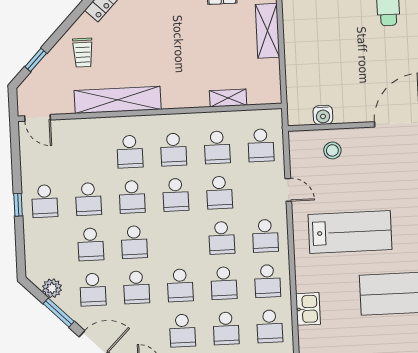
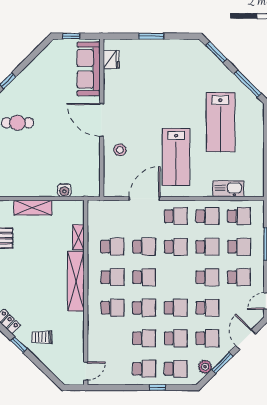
trolley: (83, 53) -> (42, 337), turned 180
window: (36, 60) -> (19, 345), moved
shelving: (118, 100) -> (76, 281), moved
water cooler: (323, 115) -> (64, 190), moved, turned 90
school desk: (261, 145) -> (176, 369), moved
stool: (332, 150) -> (120, 150), moved
door: (288, 190) -> (145, 199), width x1.87
window: (18, 205) -> (158, 388), moved
lab bench: (350, 232) -> (176, 157), turned 180
kitchen sink: (308, 309) -> (228, 189), width x1.38

